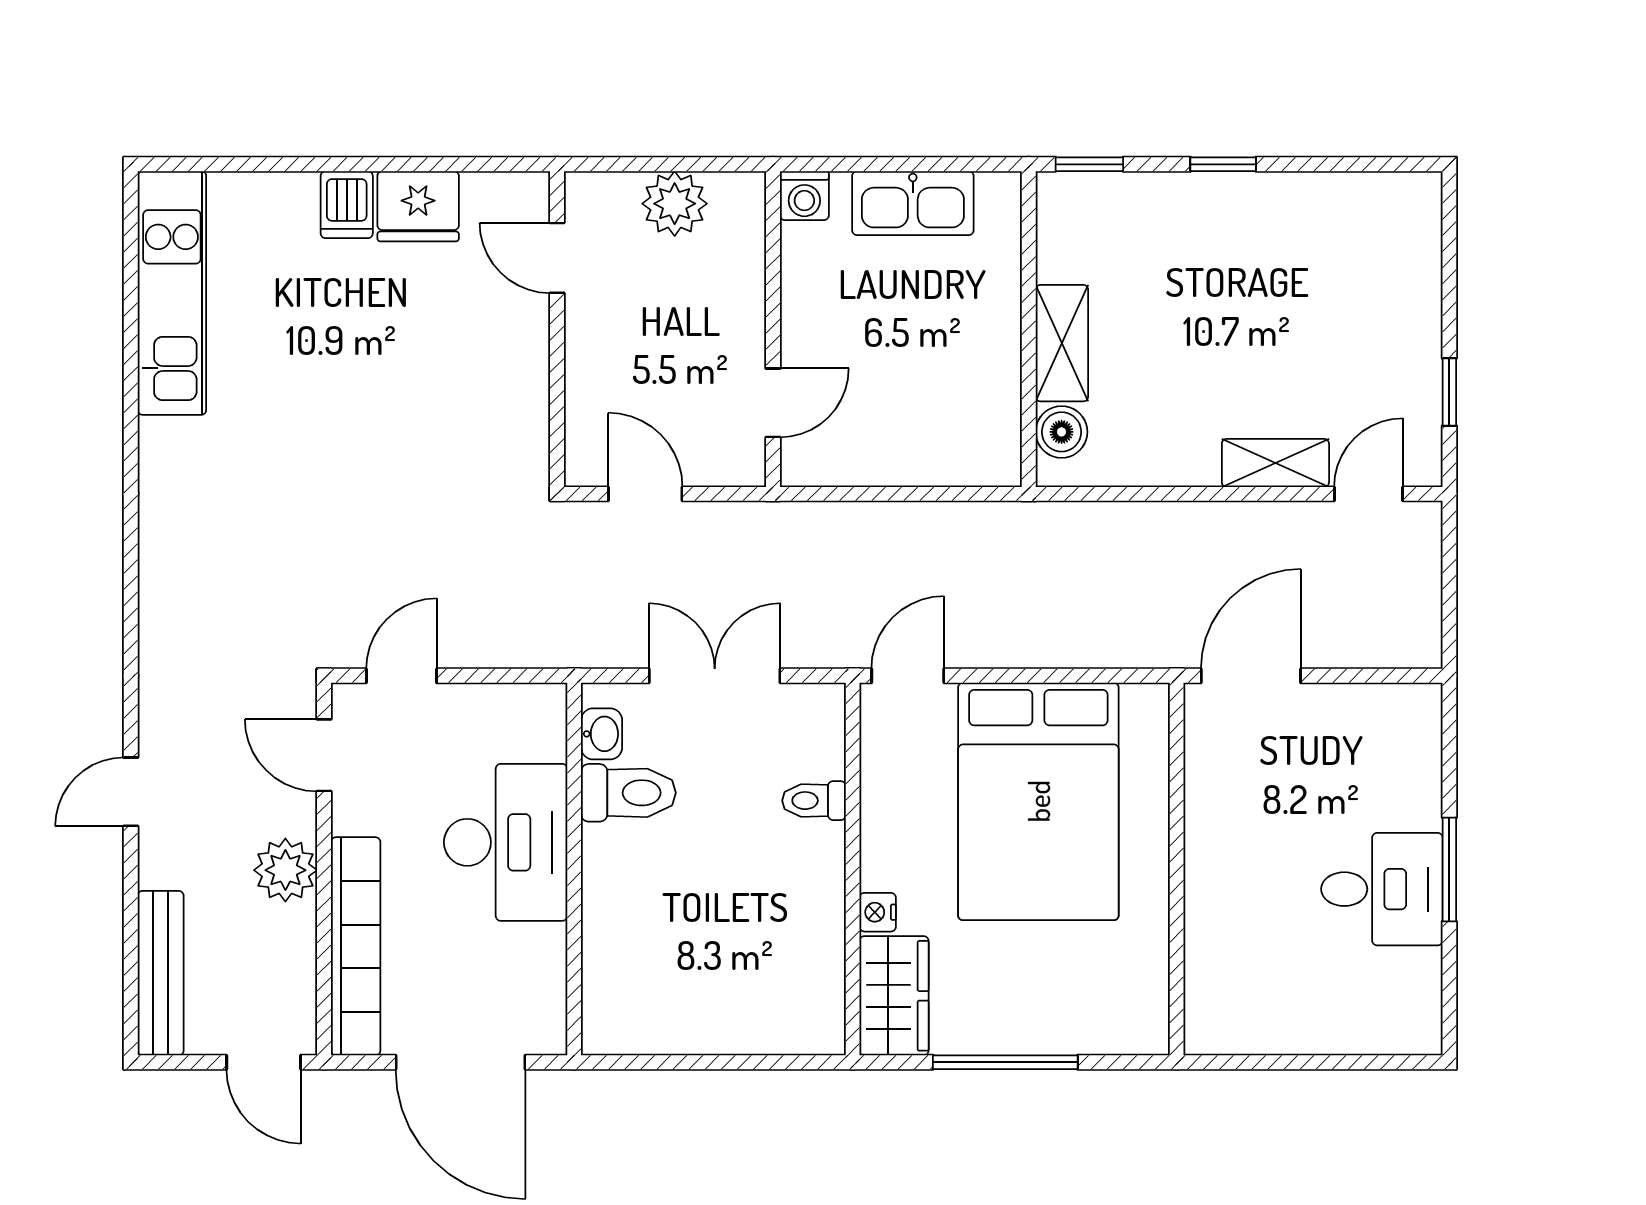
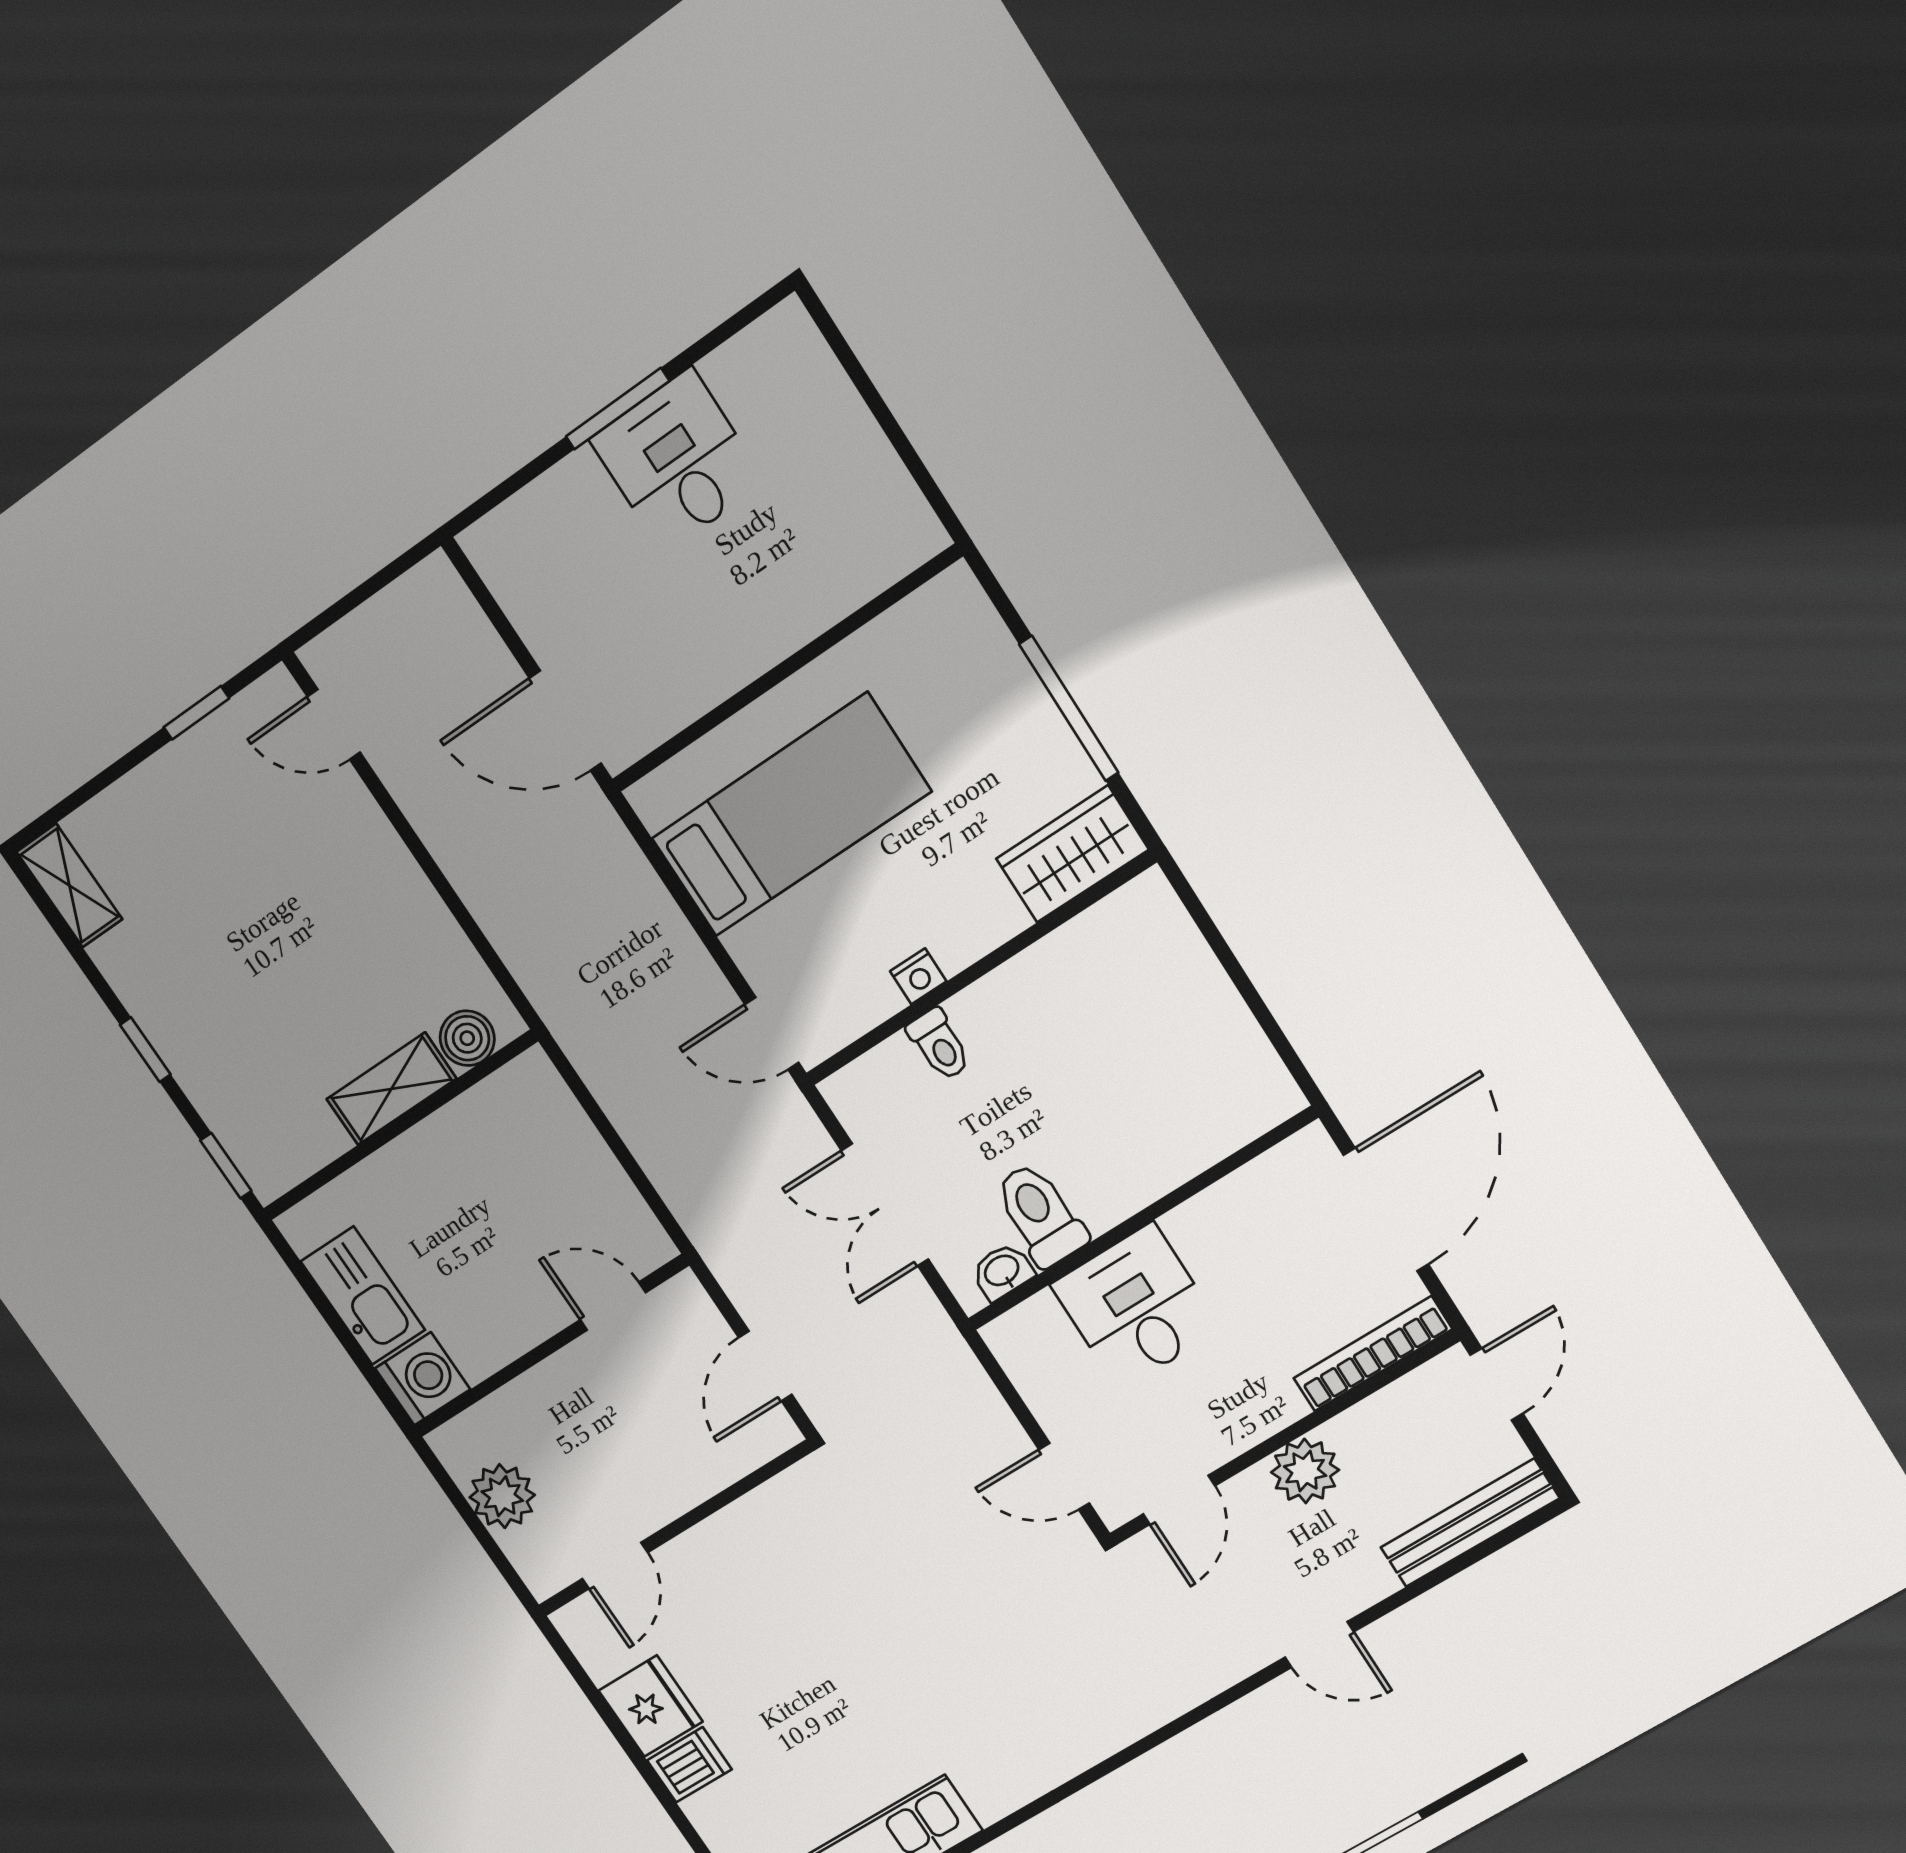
washing machine: (804, 196) -> (423, 1379), width x1.38, depth x1.38
shelving: (1275, 463) -> (69, 886), moved
bed: (1038, 801) -> (791, 815), width x0.67
desk: (506, 842) -> (1136, 1307), width x0.73
nightstand: (878, 912) -> (918, 976), moved
bookcase: (356, 946) -> (1373, 1354), width x0.68, depth x0.76

